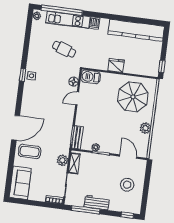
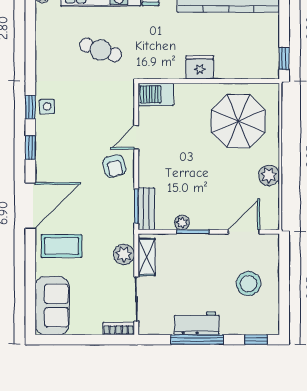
floor lamp: (74, 82) -> (126, 107), removed
window: (20, 97) -> (30, 148), added
armchair: (63, 112) -> (114, 166), added
door: (128, 157) -> (244, 232), hinge flipped
window: (86, 210) -> (197, 340), moved

